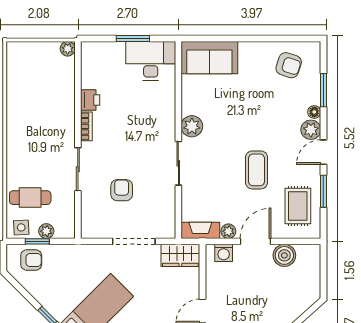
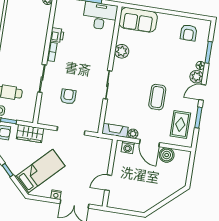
armchair: (289, 65) -> (189, 33), turned 72
plant: (192, 126) -> (122, 51), moved
plant: (46, 231) -> (15, 115), removed
door: (255, 241) -> (149, 143), swing flipped
wardrobe: (180, 255) -> (30, 134), moved

